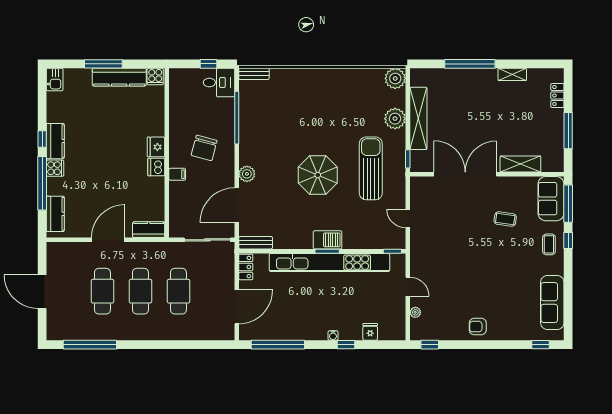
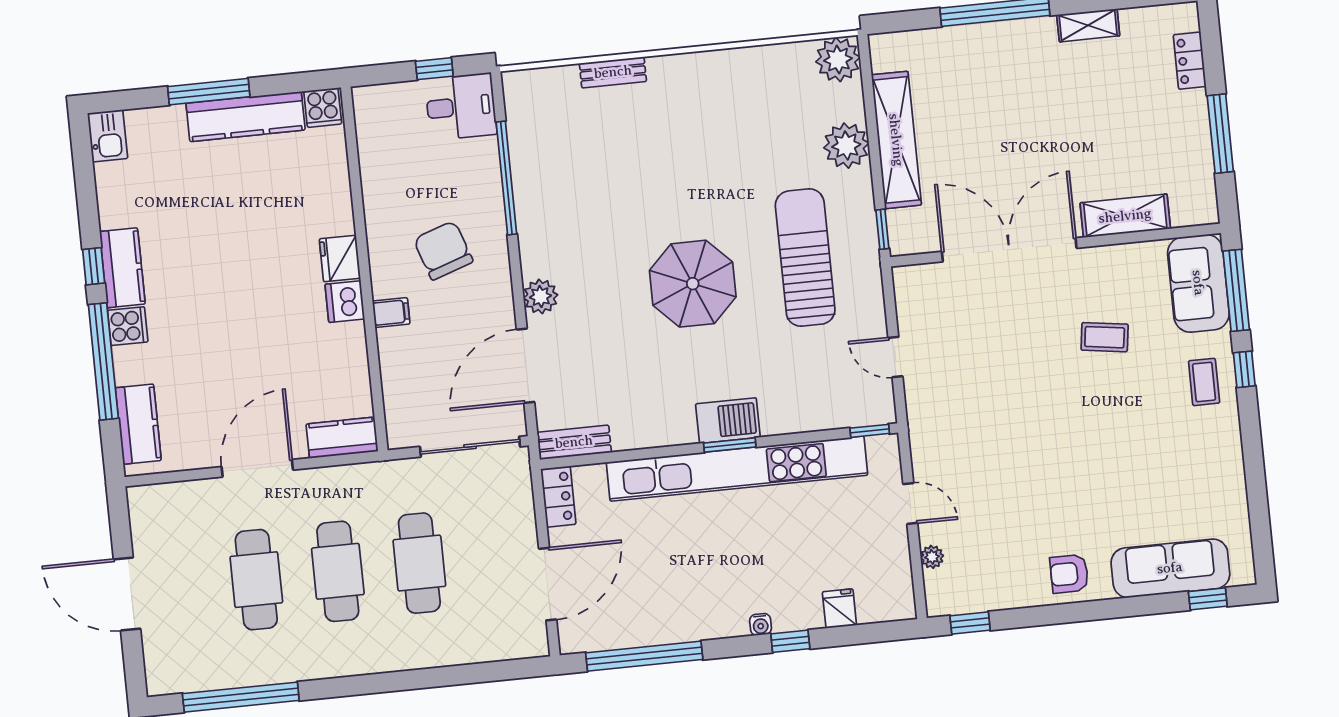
bench: (254, 74) -> (613, 72), moved
chair: (204, 148) -> (443, 250), turned 146
sofa: (552, 302) -> (1170, 568), moved, turned 90

